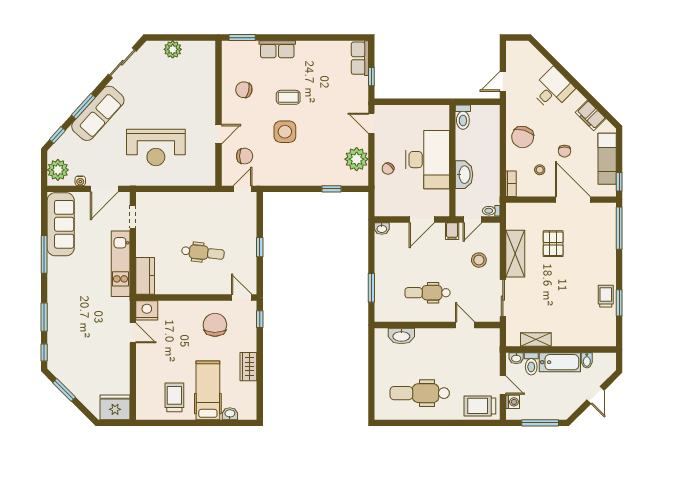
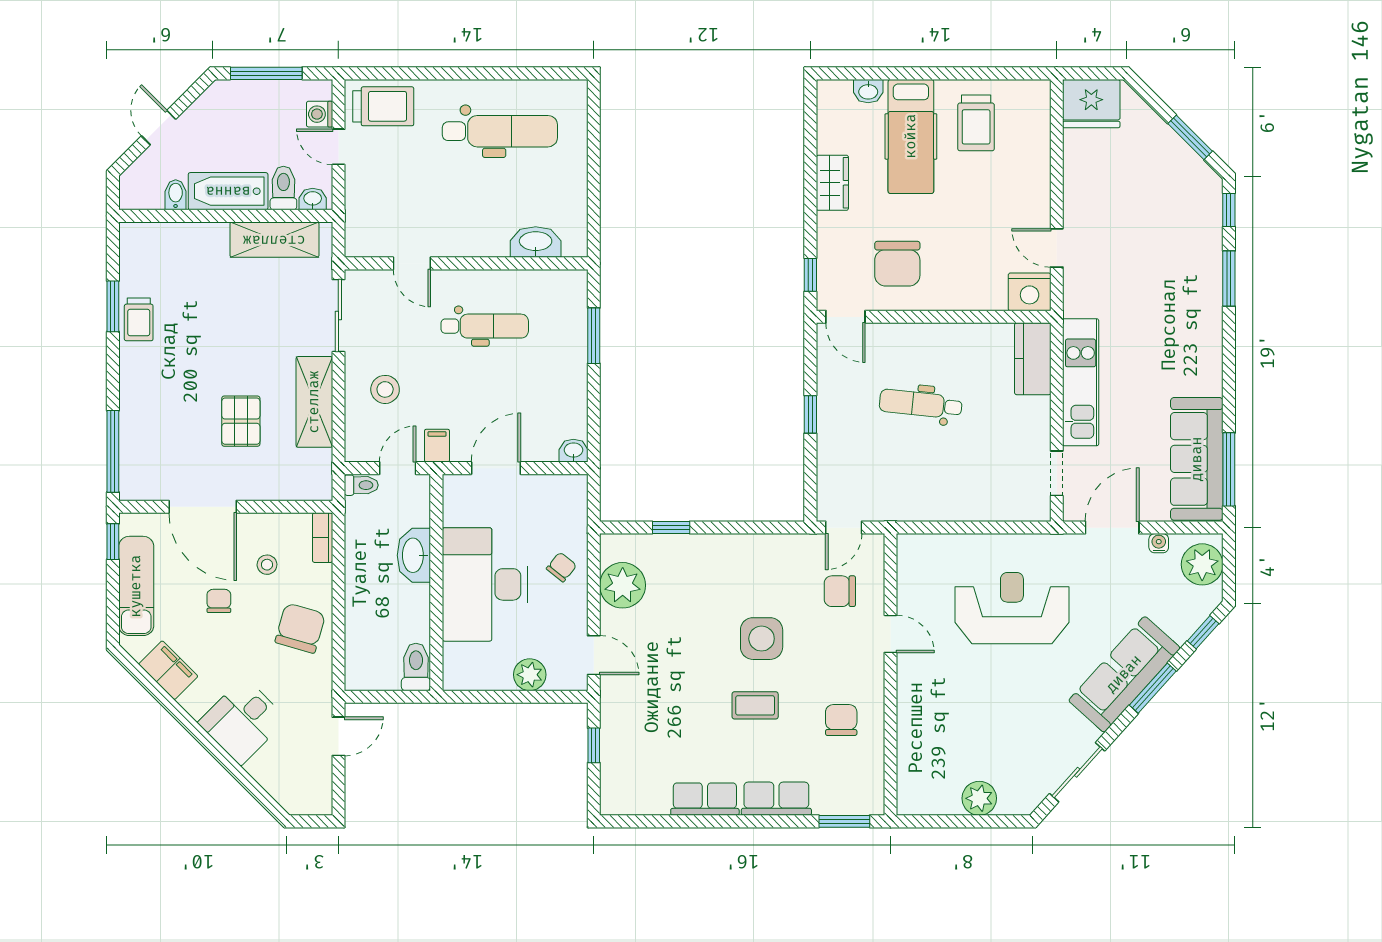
row of seats: (360, 58) -> (705, 799), moved, turned -90
chair: (244, 90) -> (841, 720), turned -103
plant: (404, 113) -> (530, 675), added
door: (218, 134) -> (890, 634), swing flipped
window: (44, 254) -> (1229, 469), moved
shelving: (536, 340) -> (274, 240), width x1.50, depth x1.33

